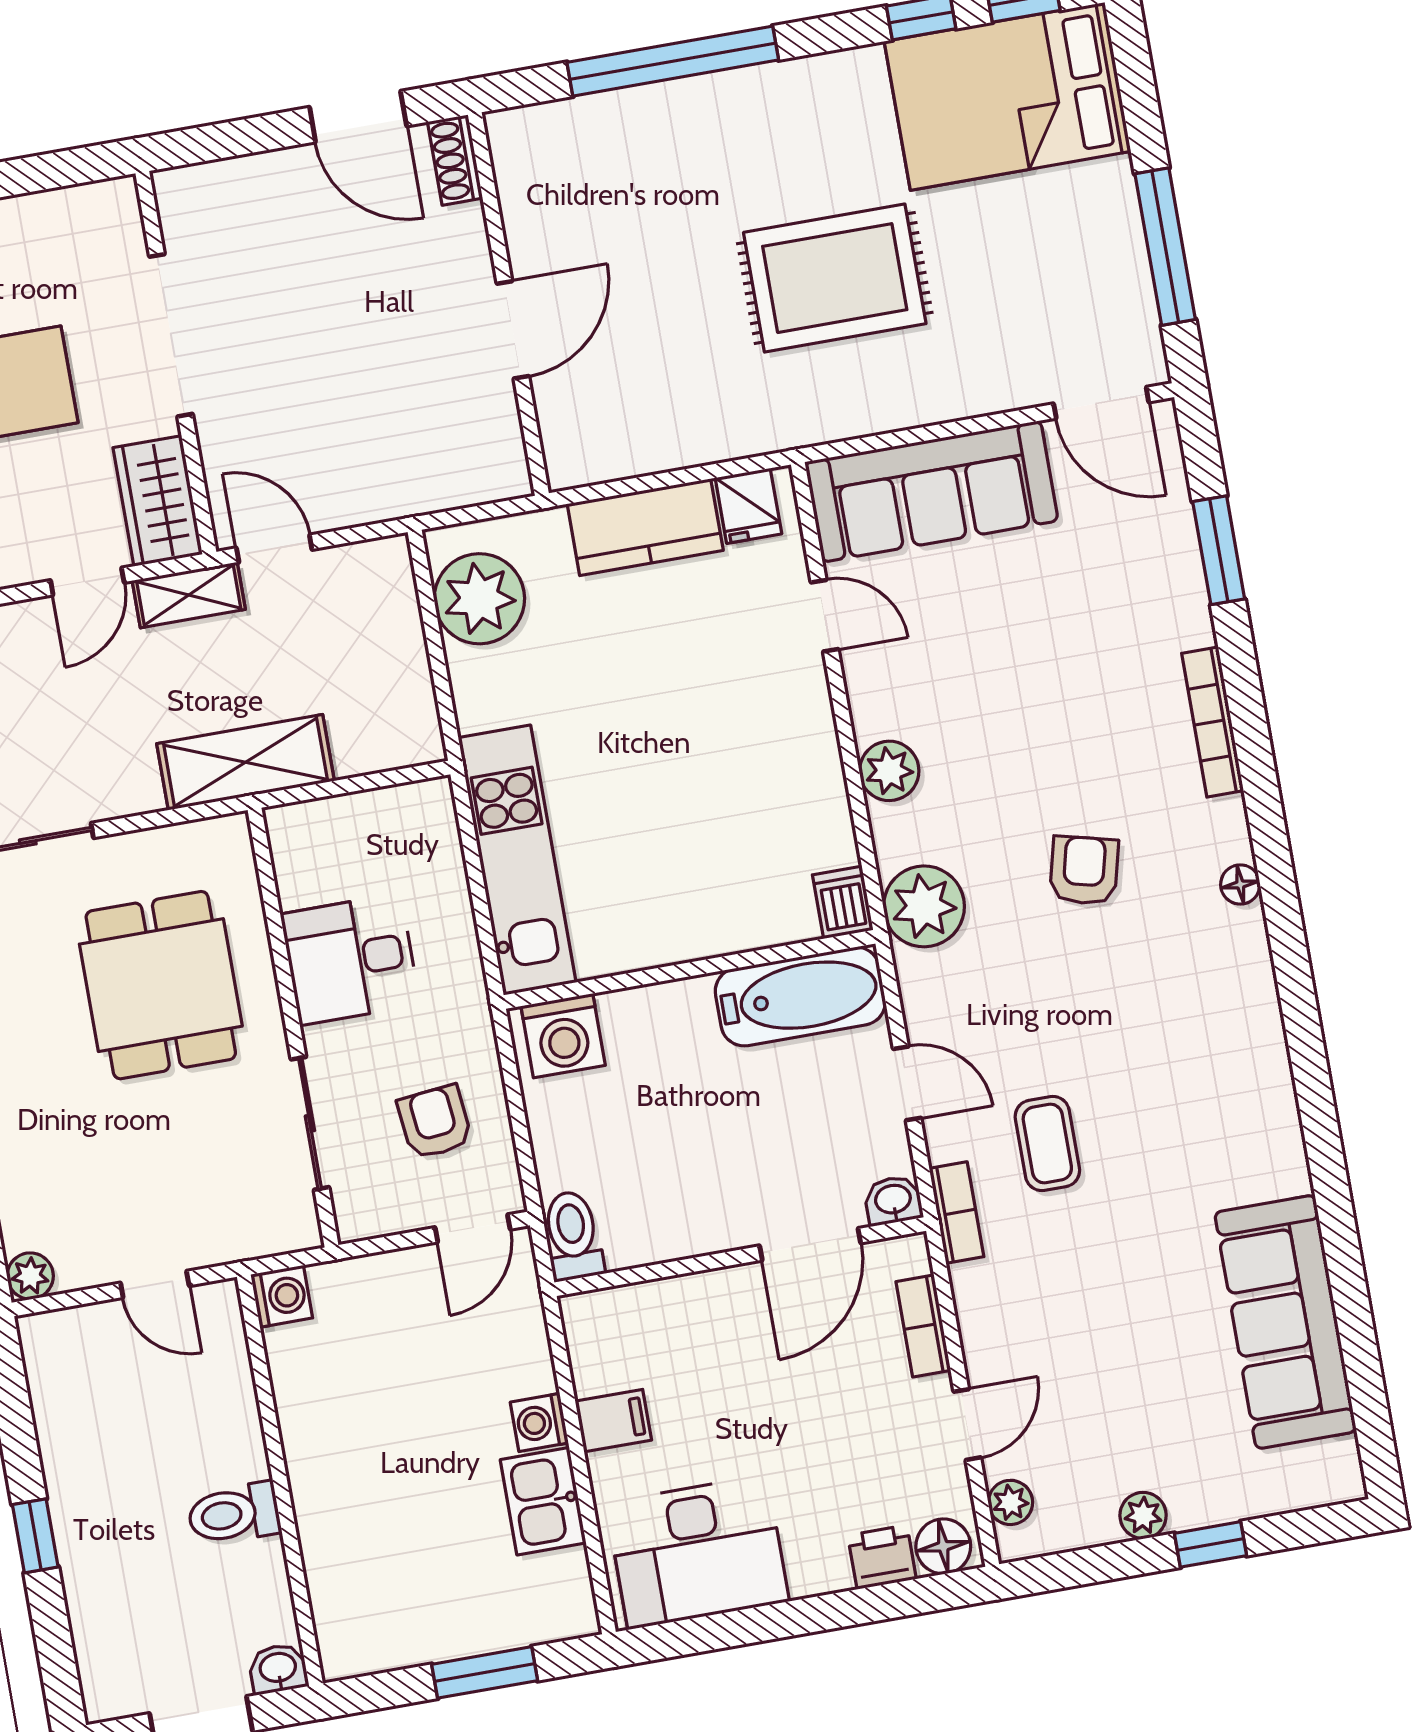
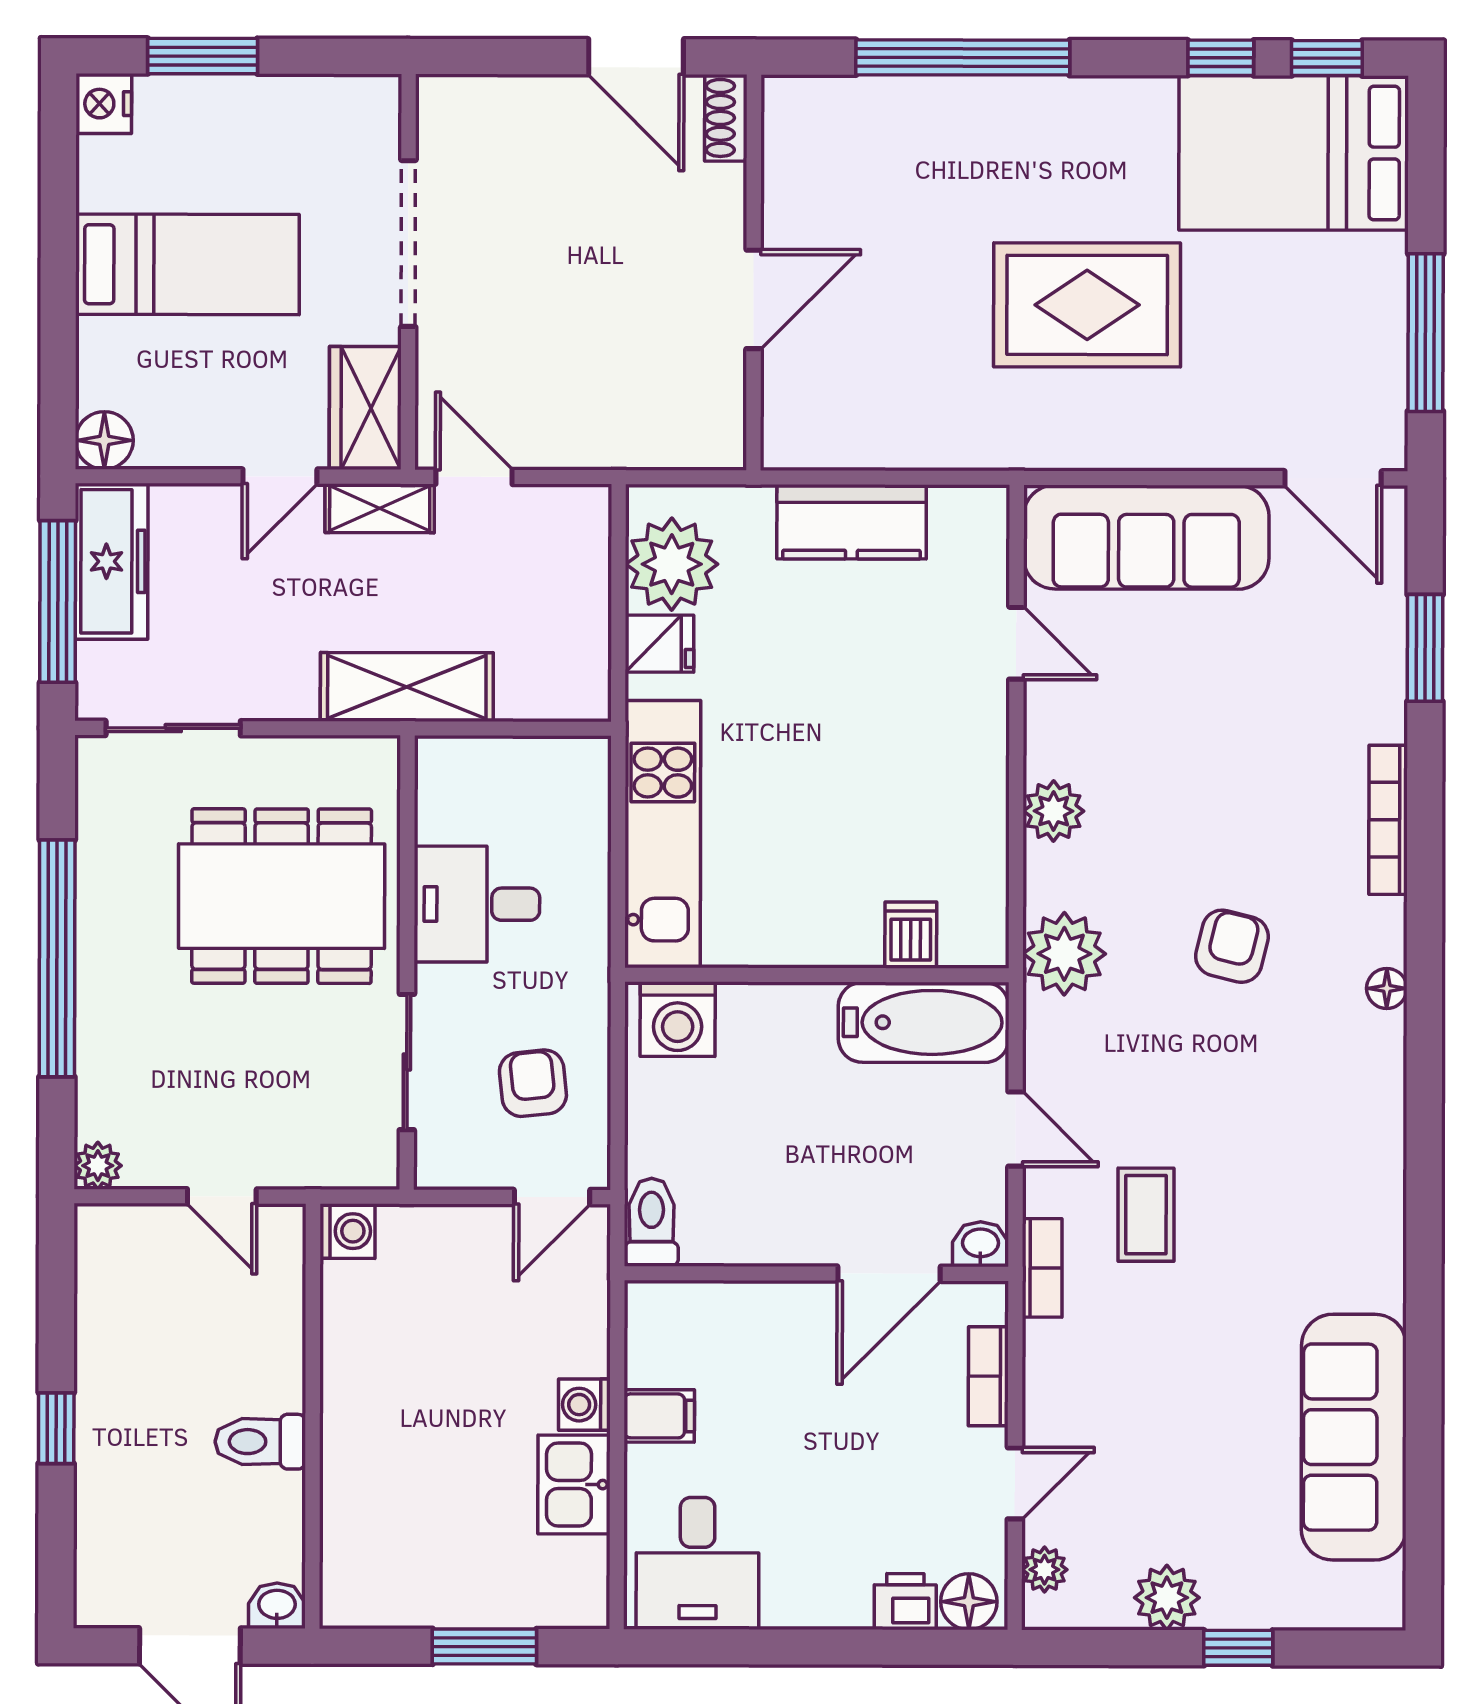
fridge: (748, 506) -> (660, 644), moved, turned -90
dishwasher: (843, 902) -> (911, 935), moved
dining table: (161, 985) -> (282, 896), width x1.38
plant: (1143, 1515) -> (1167, 1598), width x1.38, depth x1.38
desk: (697, 1552) -> (698, 1563), width x0.73

